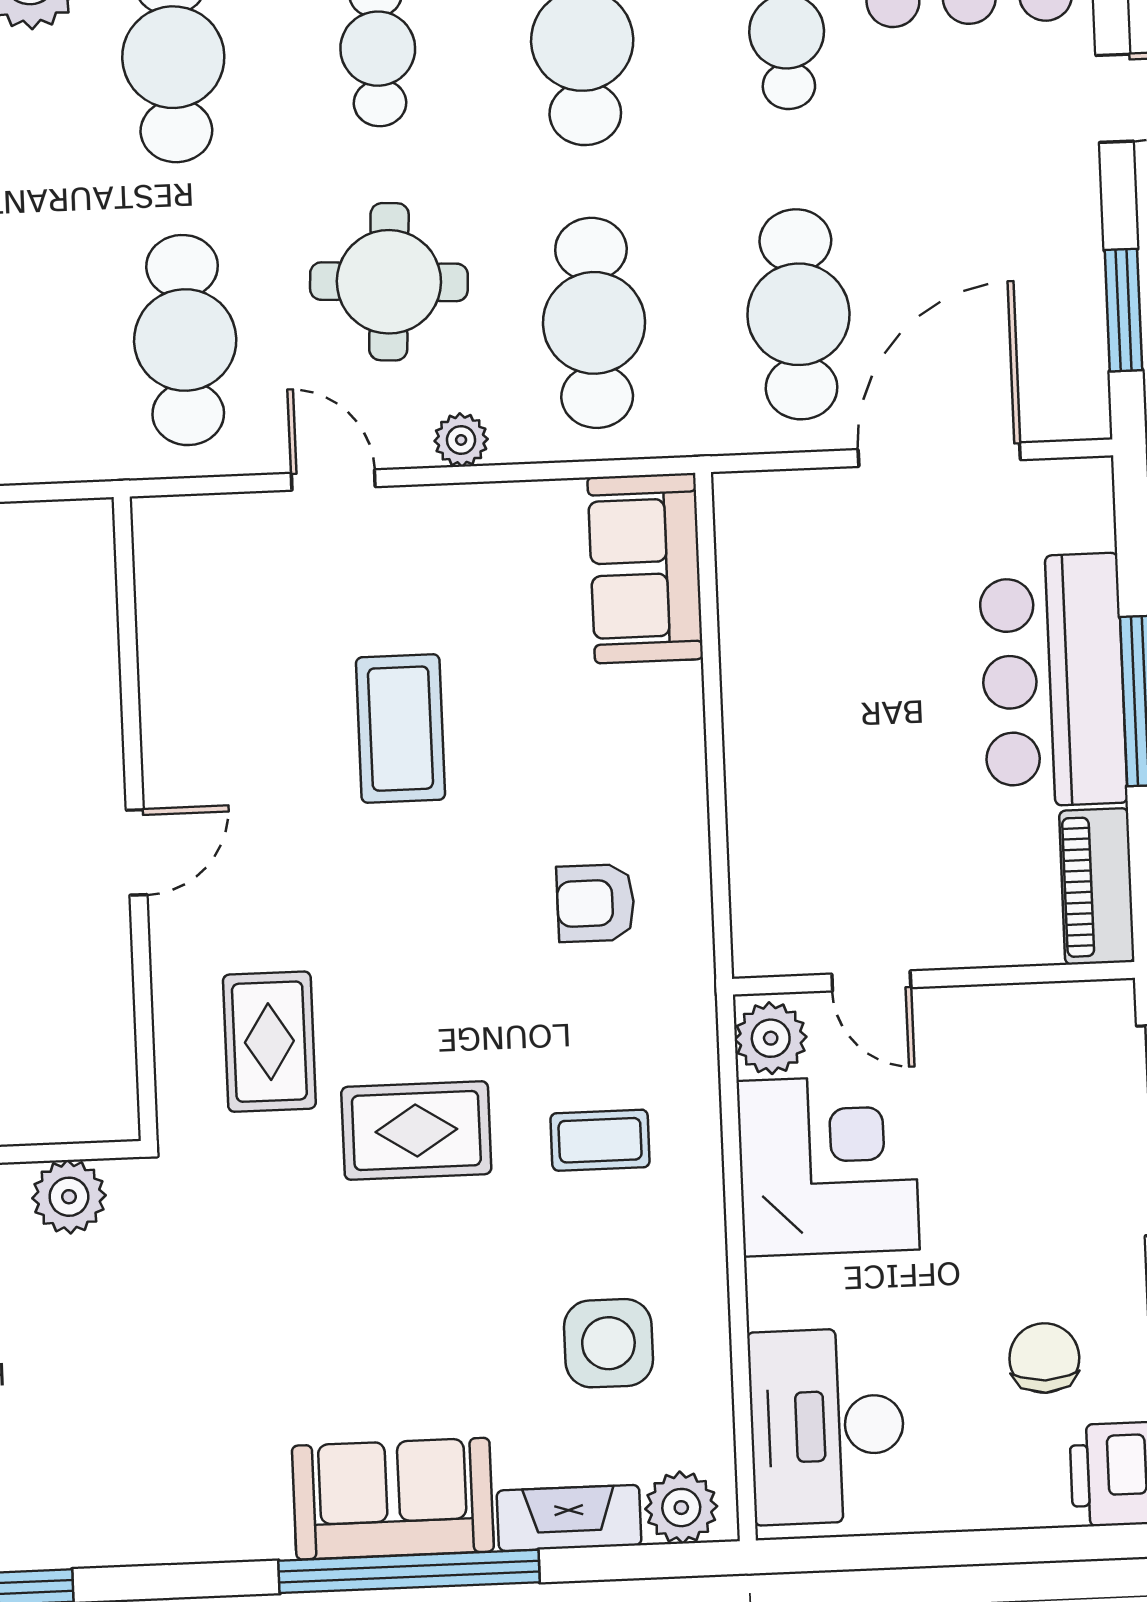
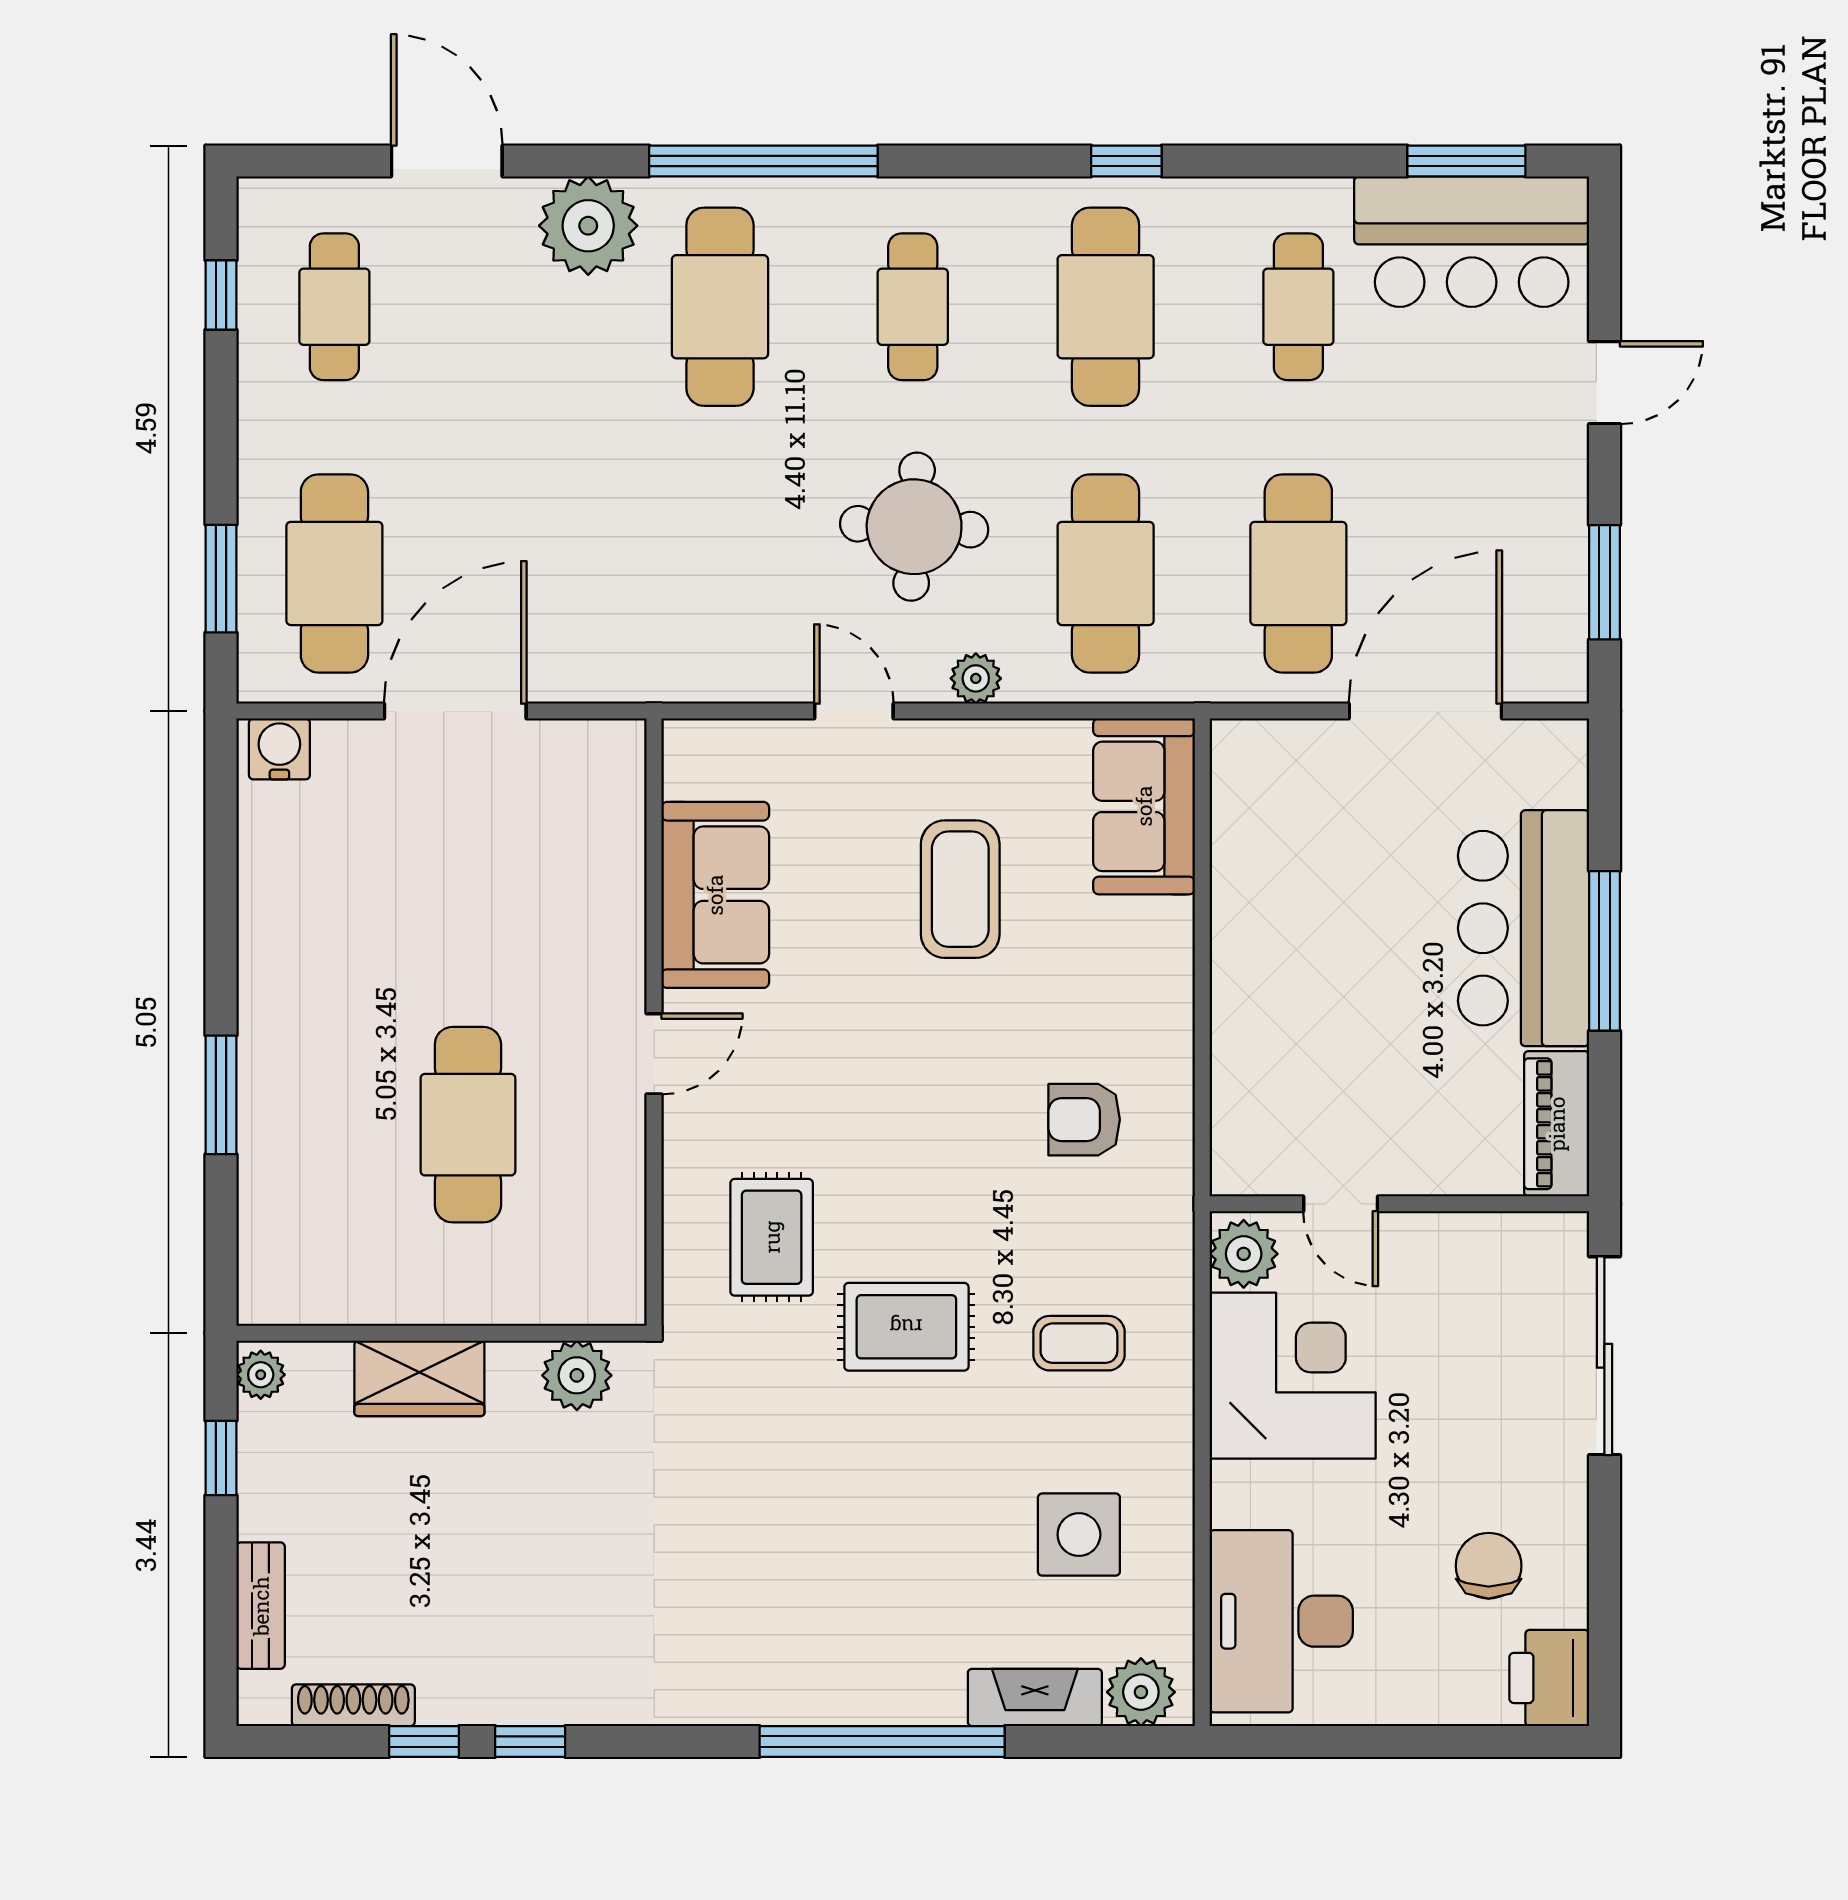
cafe table: (185, 340) -> (720, 573), removed
coffee table: (400, 729) -> (960, 889), moved
sofa: (393, 1499) -> (715, 895), moved, turned 90

